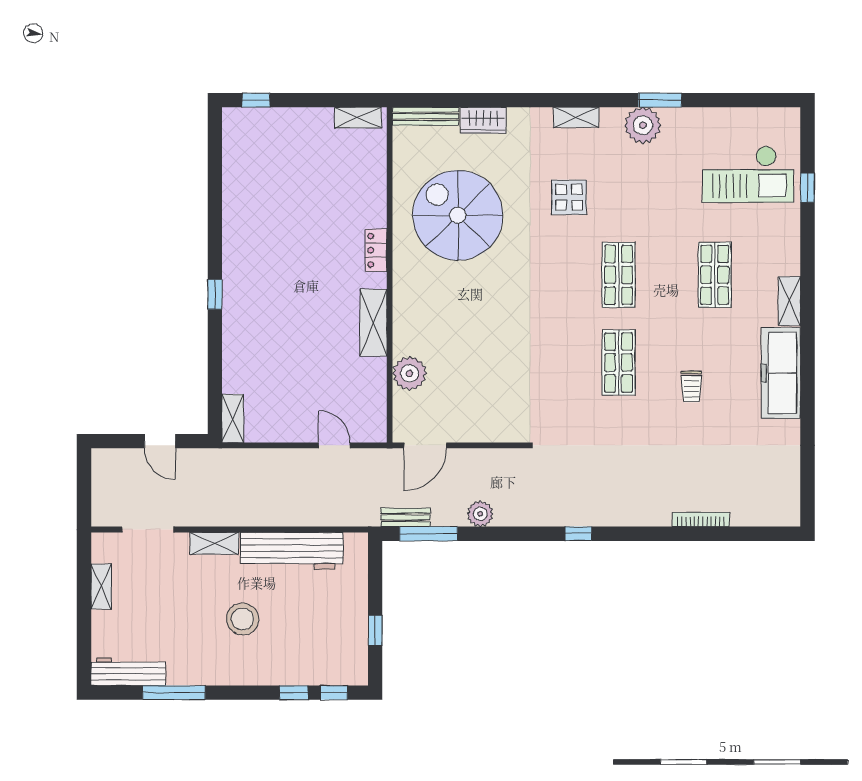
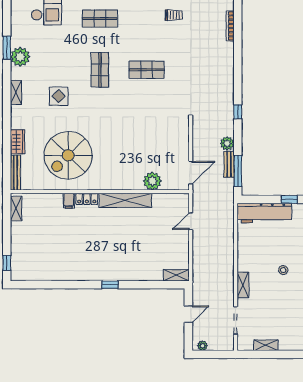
filing cabinet: (373, 216) -> (69, 201), added
shop shelf: (619, 275) -> (100, 70), turned 90
shelving: (373, 323) -> (125, 200), width x1.47
trolley: (691, 387) -> (174, 15), moved
door: (425, 445) -> (191, 173), hinge flipped
plant: (100, 468) -> (203, 346), added
bench: (406, 517) -> (229, 164), moved
window: (578, 534) -> (238, 112), moved
workbench: (292, 551) -> (264, 213), moved, turned 90
stool: (243, 619) -> (283, 270), width x0.53, depth x0.53

